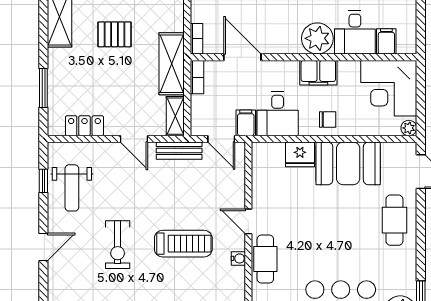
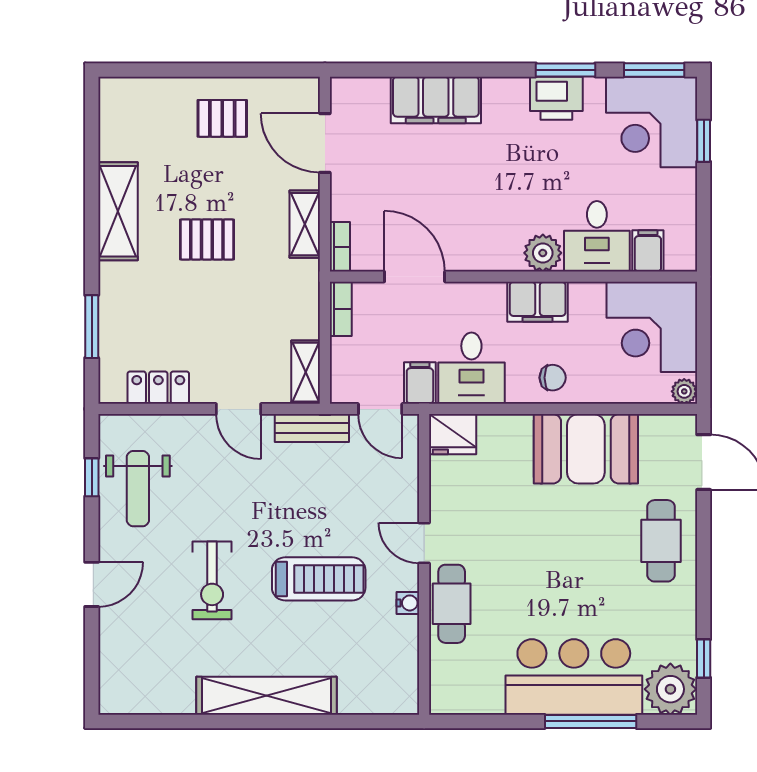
plant: (317, 38) -> (543, 253), width x0.73, depth x0.73
shelving: (172, 64) -> (305, 224), moved, width x0.67, depth x0.75
fridge: (300, 154) -> (453, 434), moved

